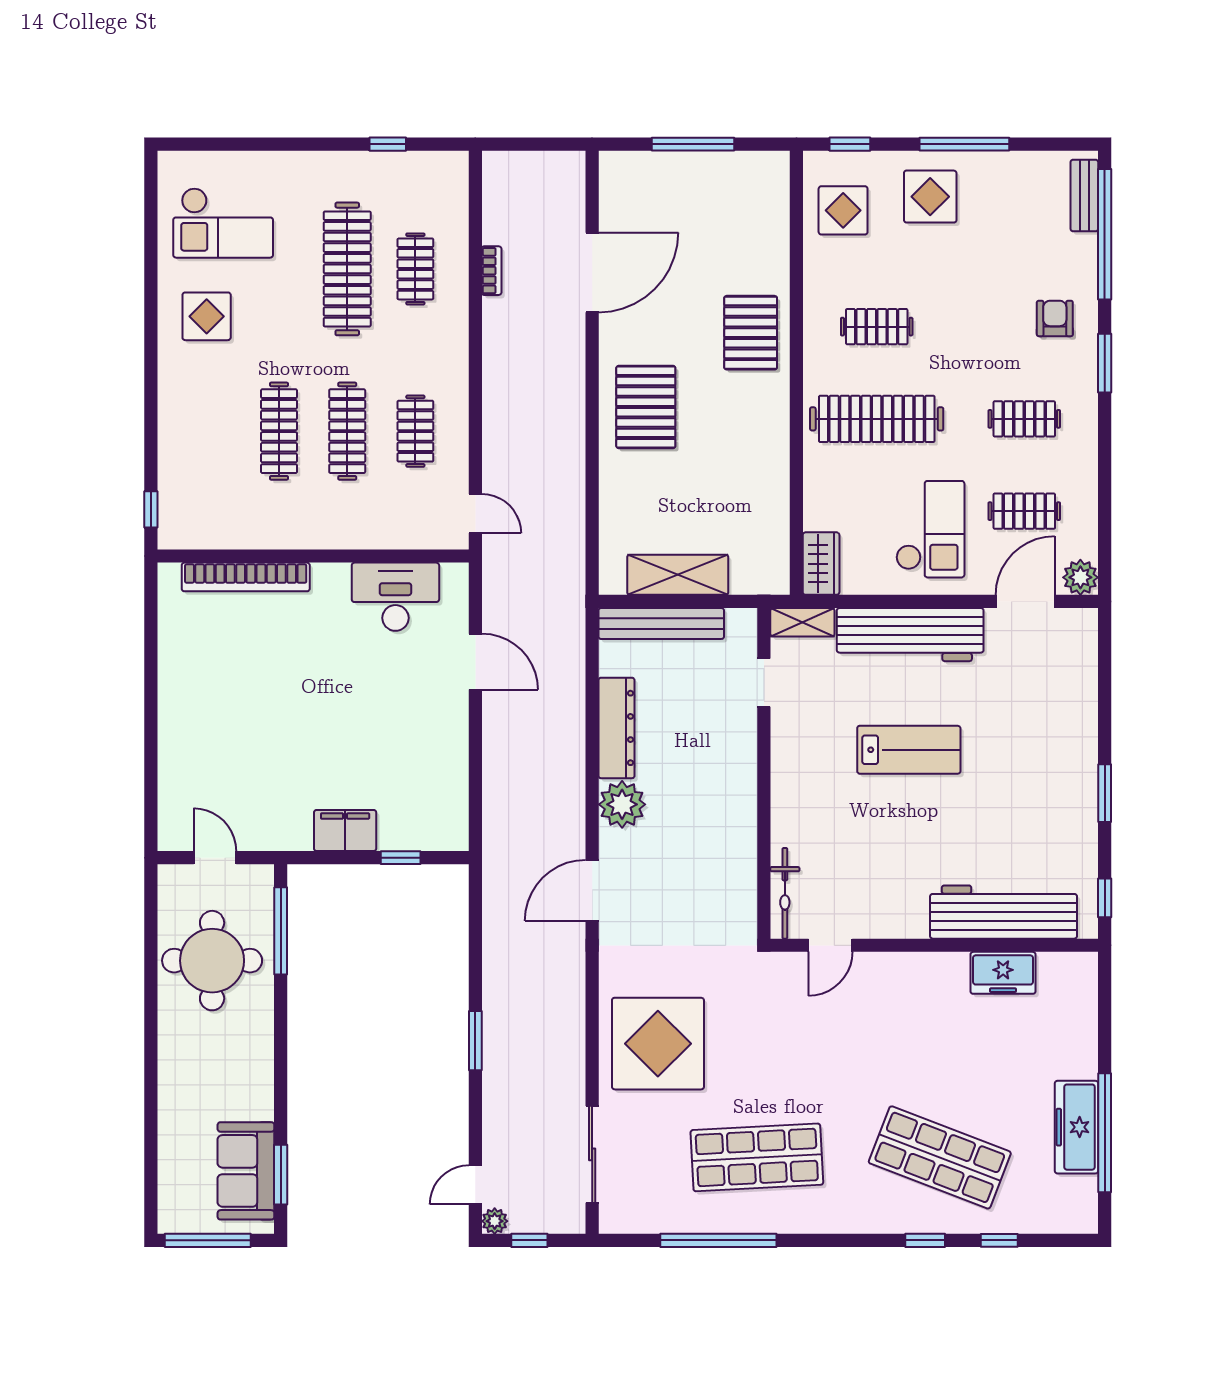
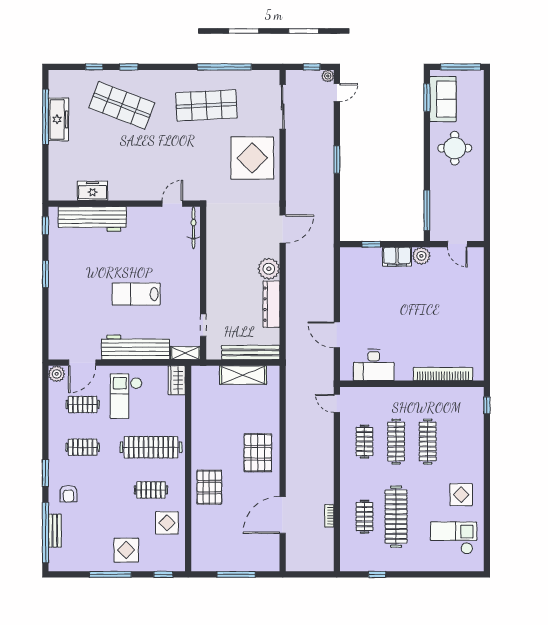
bench: (1084, 195) -> (55, 531), moved
display table: (843, 210) -> (167, 523), moved
plant: (293, 832) -> (421, 256), added
round table: (212, 961) -> (455, 148), moved, width x0.73, depth x0.73

